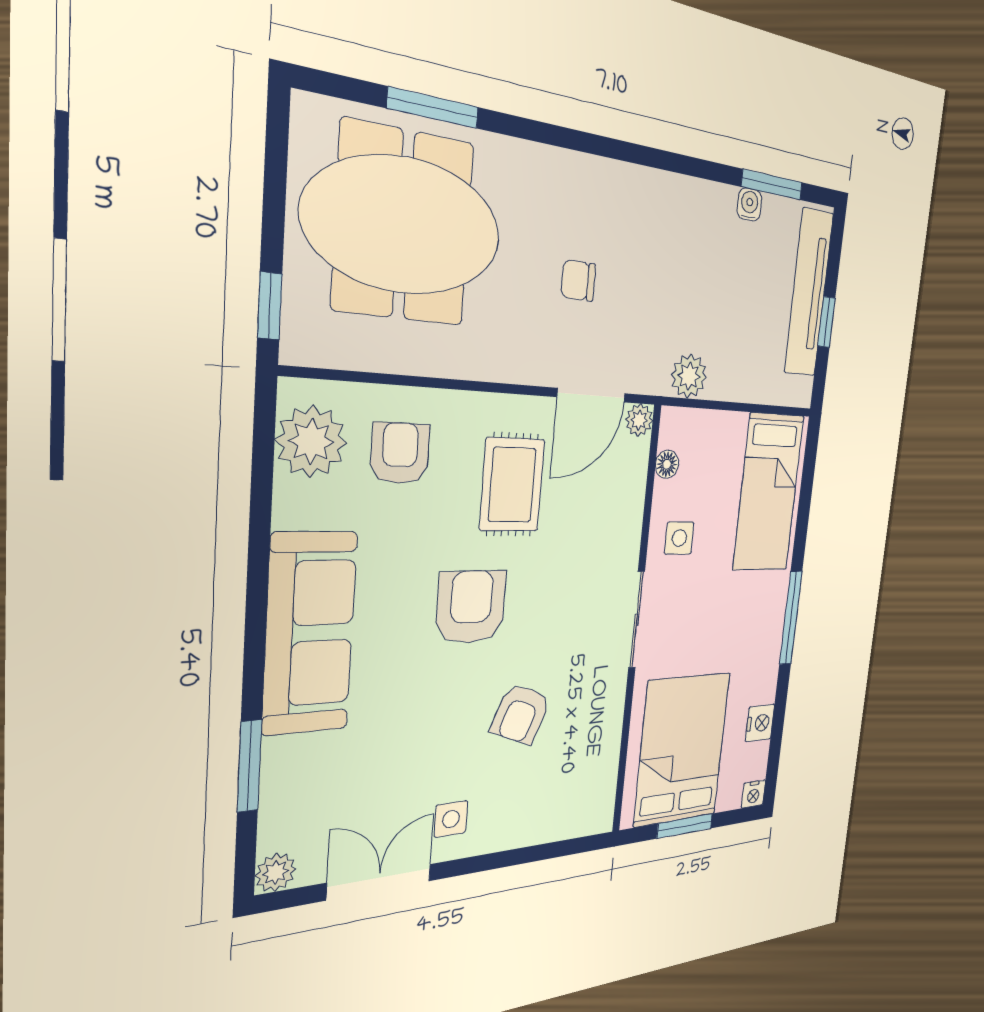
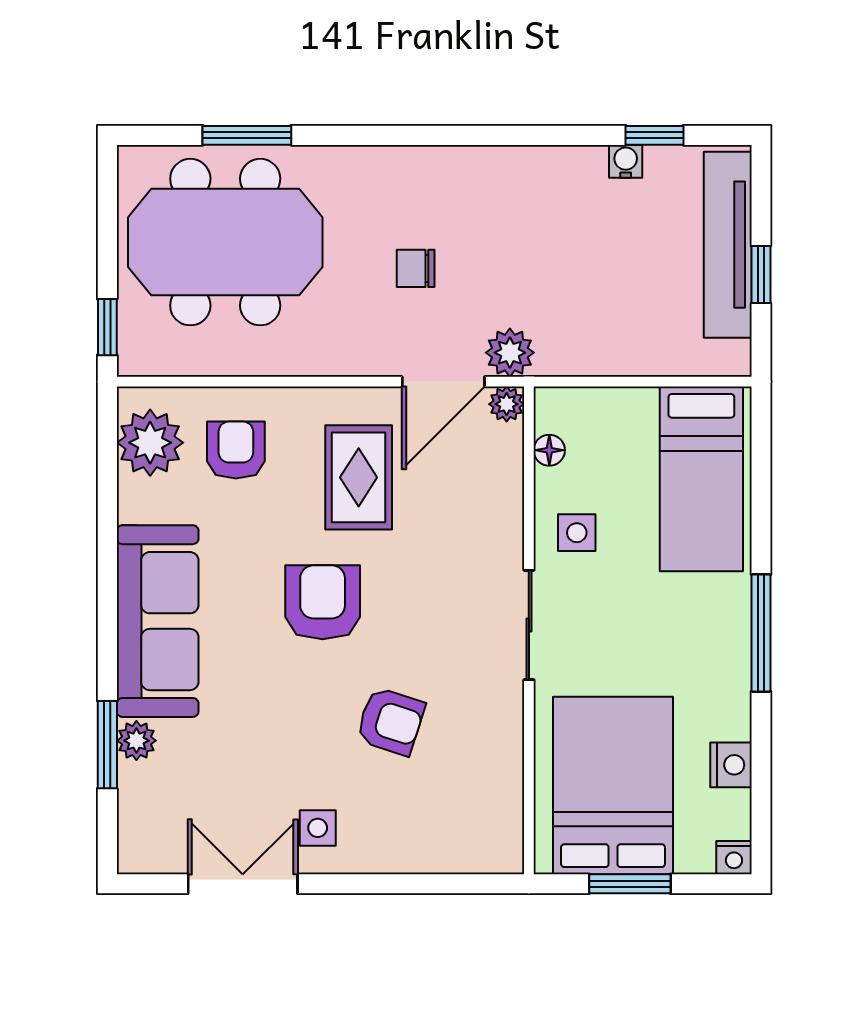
window: (772, 185) -> (655, 135), width x0.67
plant: (689, 376) -> (510, 353), moved
armchair: (521, 714) -> (390, 721), turned -94
plant: (276, 873) -> (136, 741), moved

